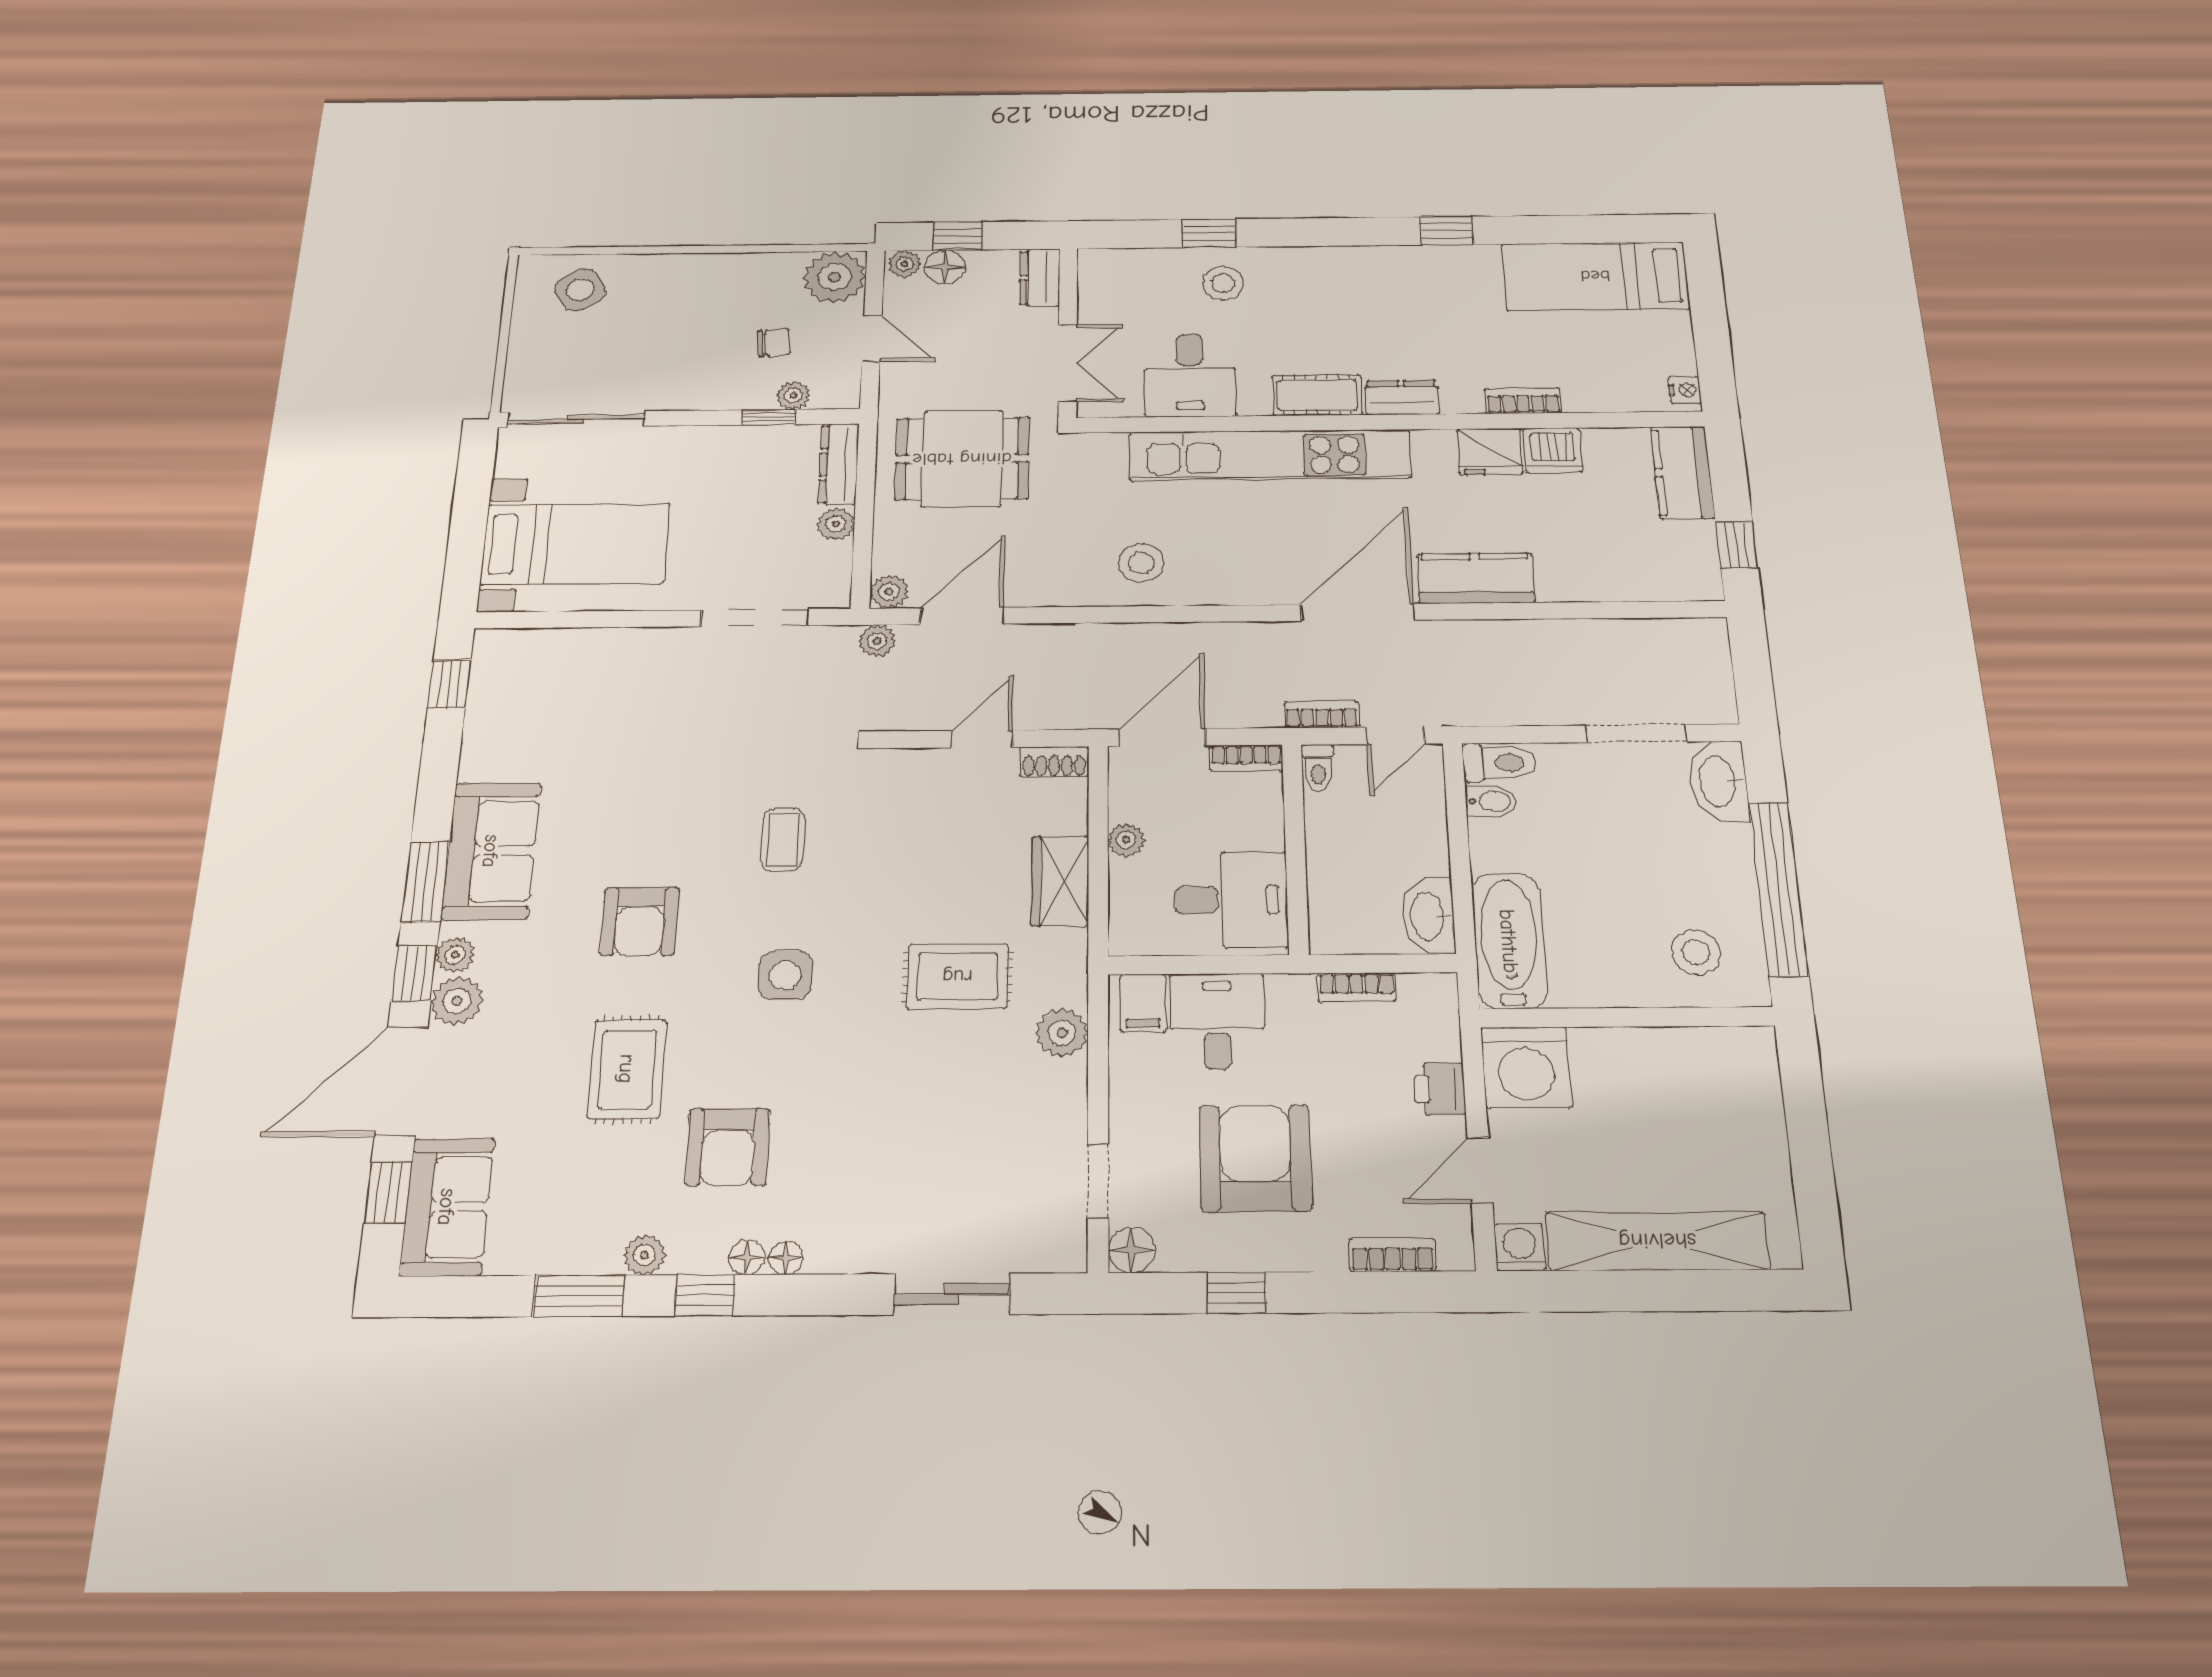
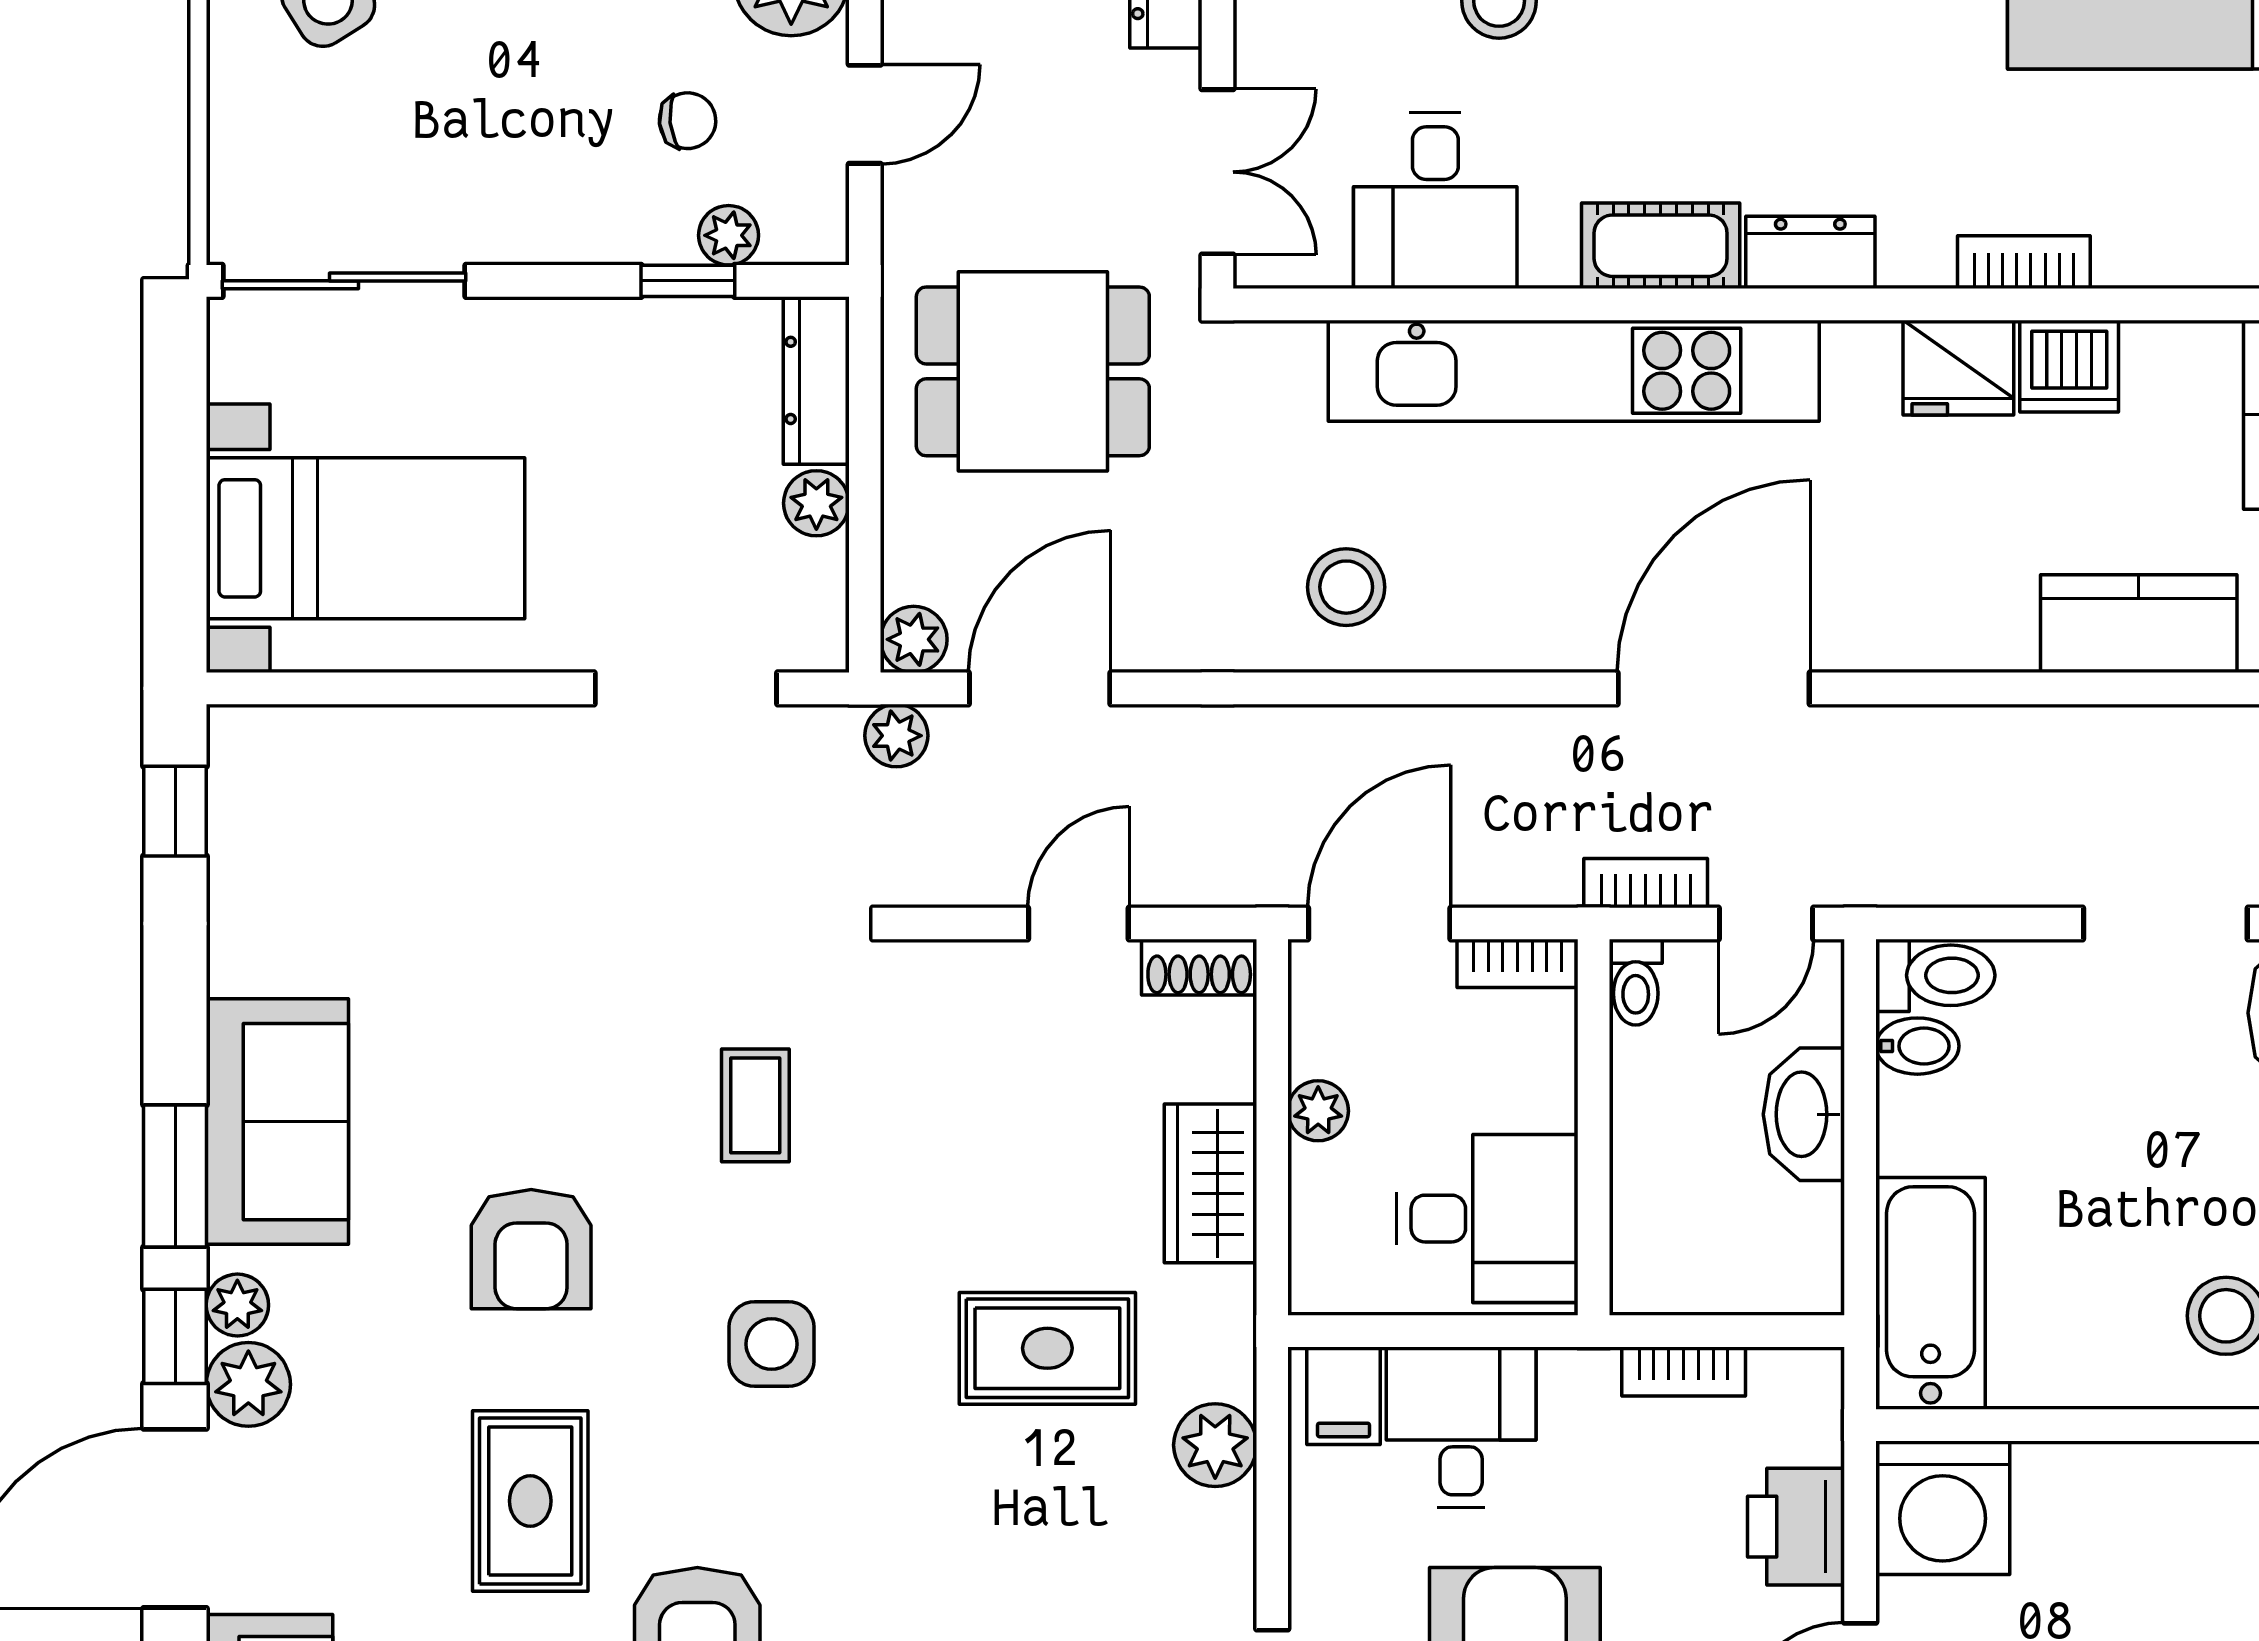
door: (872, 339) -> (865, 114), hinge flipped
kitchen counter: (1476, 578) -> (2139, 624), moved
washbasin: (1429, 916) -> (1804, 1114), moved
printer: (1440, 1089) -> (1796, 1527), width x1.36, depth x1.24

